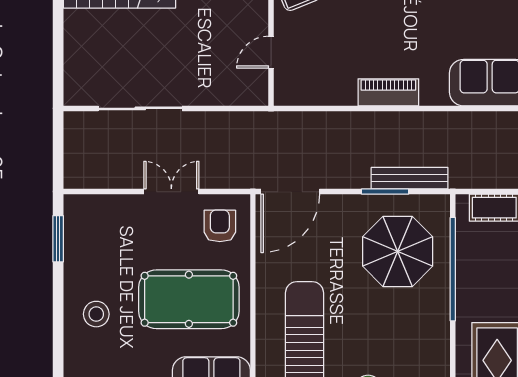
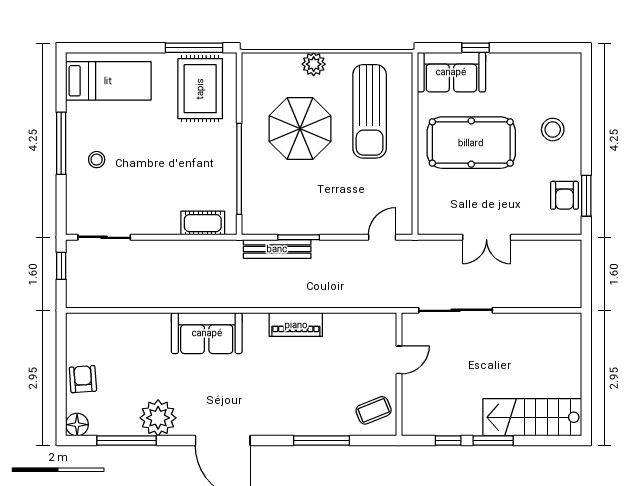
sliding door: (140, 108) -> (456, 310), moved
door: (290, 192) -> (382, 237), width x0.53
armchair: (220, 226) -> (564, 195), moved
parasol: (398, 251) -> (300, 129), moved

